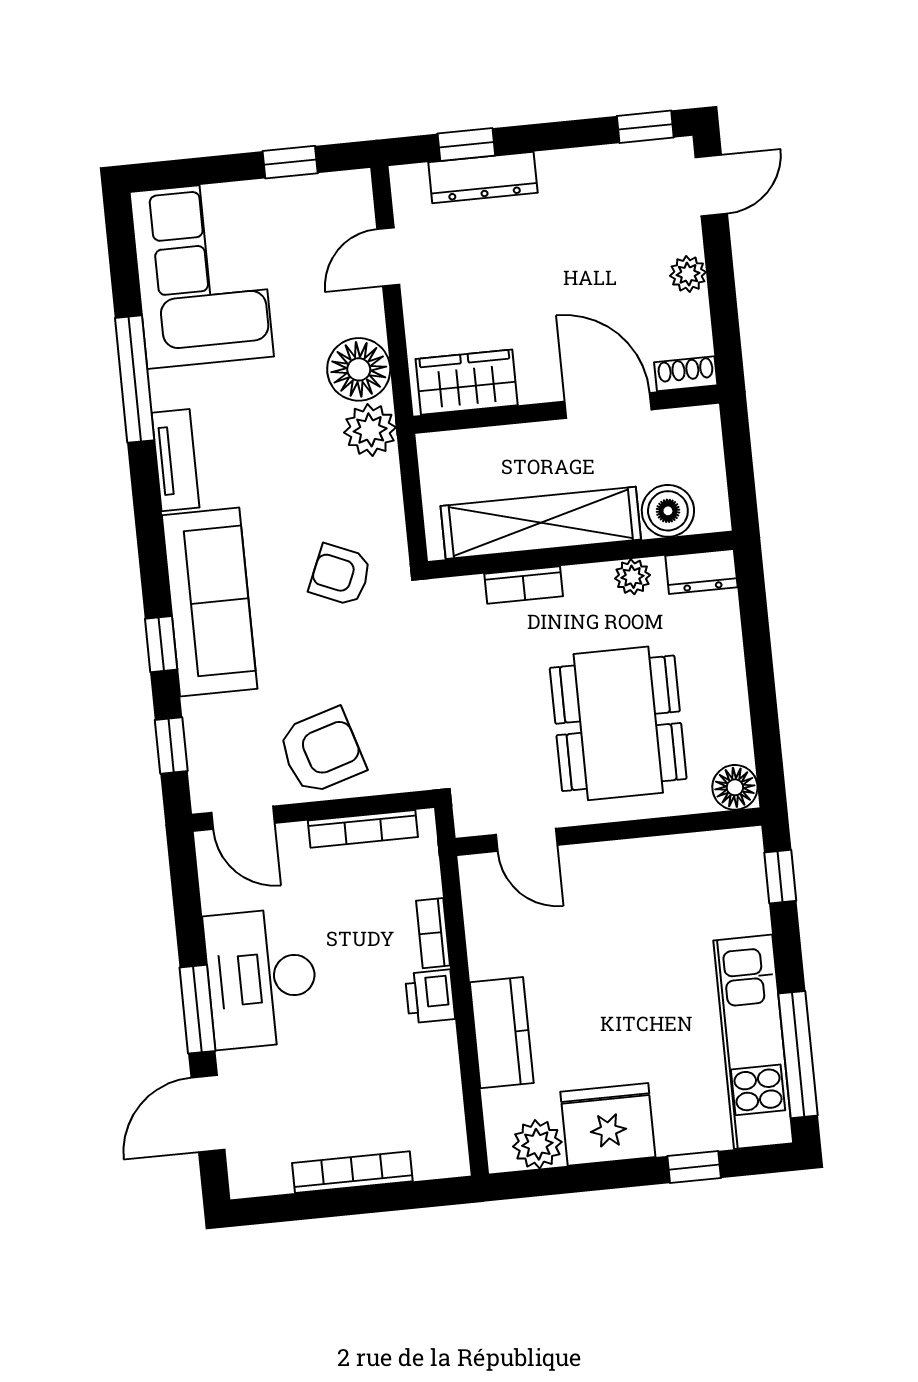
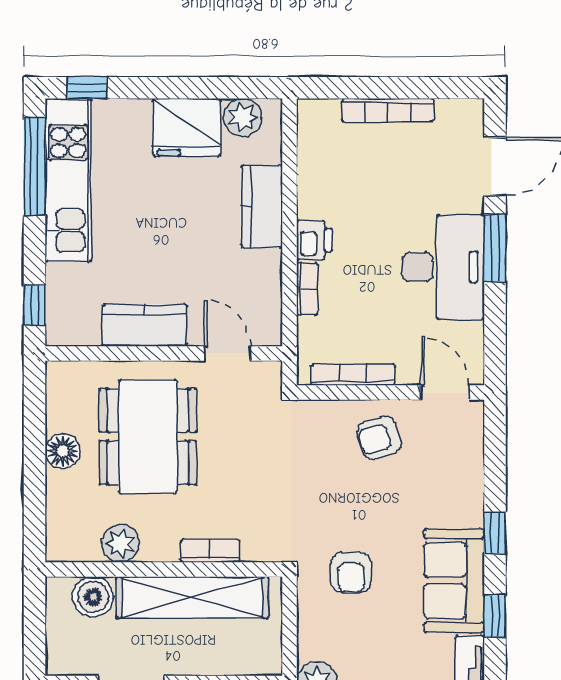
dresser: (701, 571) -> (72, 547), removed
armchair: (340, 575) -> (351, 573), turned 67
plant: (633, 577) -> (120, 543), width x1.38, depth x1.38
sofa: (210, 602) -> (454, 581), width x0.73
window: (171, 746) -> (495, 616), moved
armchair: (322, 751) -> (379, 438), width x0.72, depth x0.72
floor lamp: (735, 787) -> (63, 451), moved
kitchen counter: (637, 865) -> (144, 325), added
window: (694, 1167) -> (87, 88), moved

